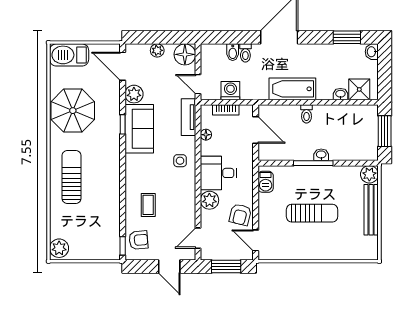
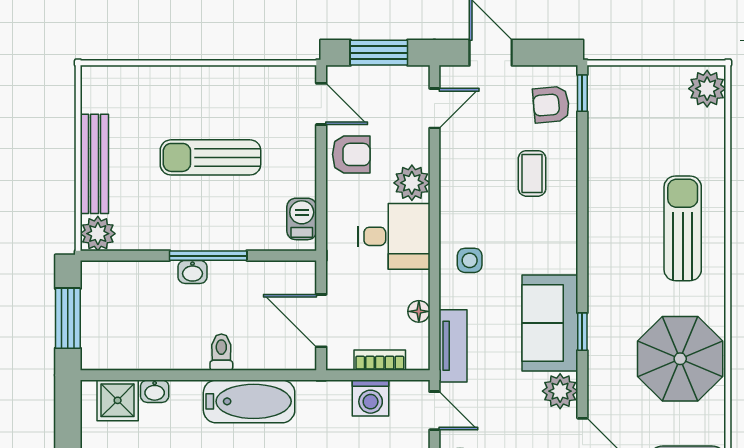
sun lounger: (72, 177) -> (683, 228), turned 180
armchair: (240, 215) -> (351, 154), turned 76

